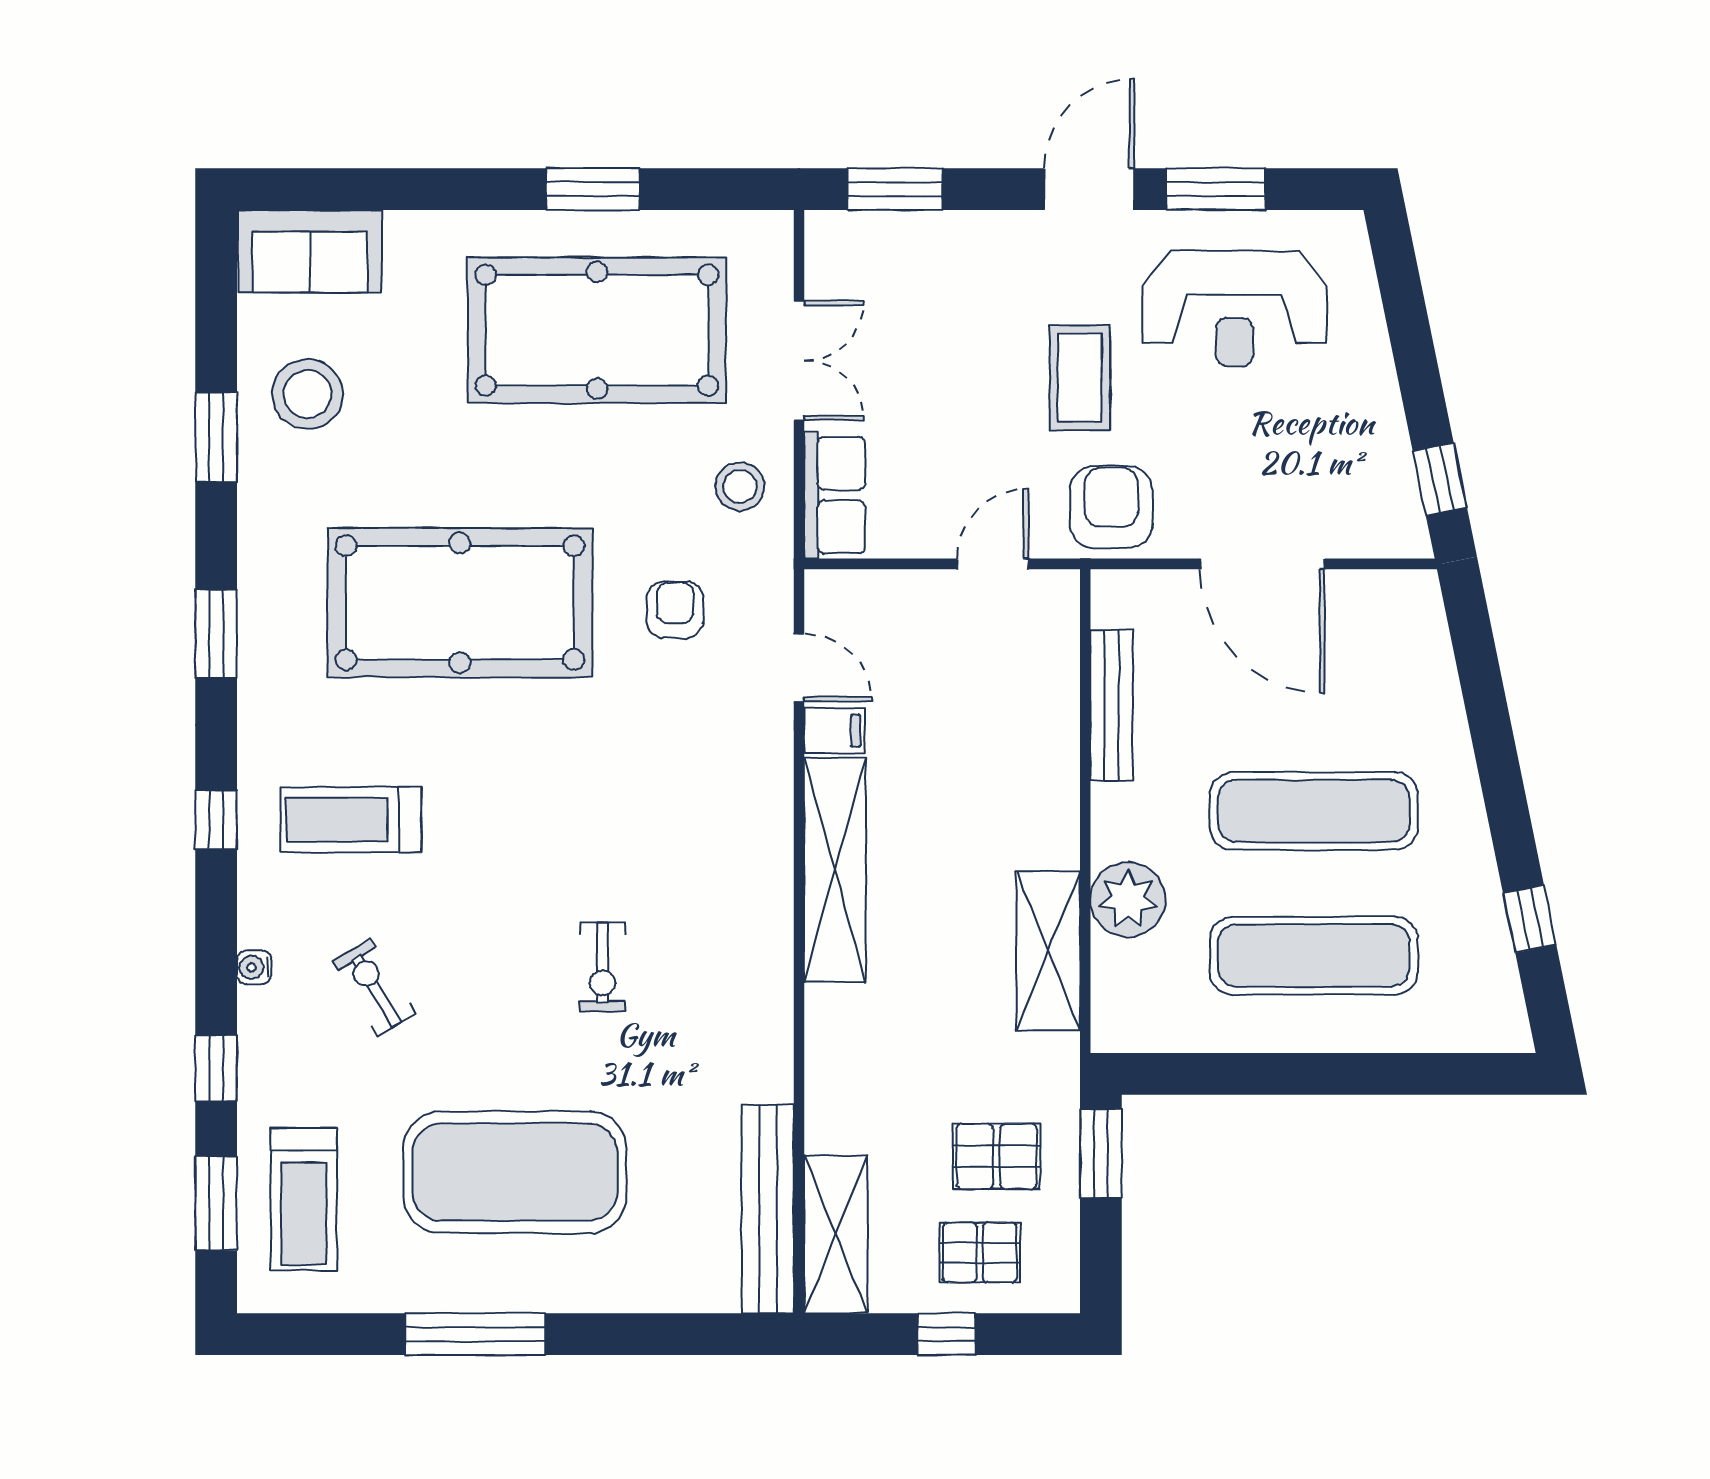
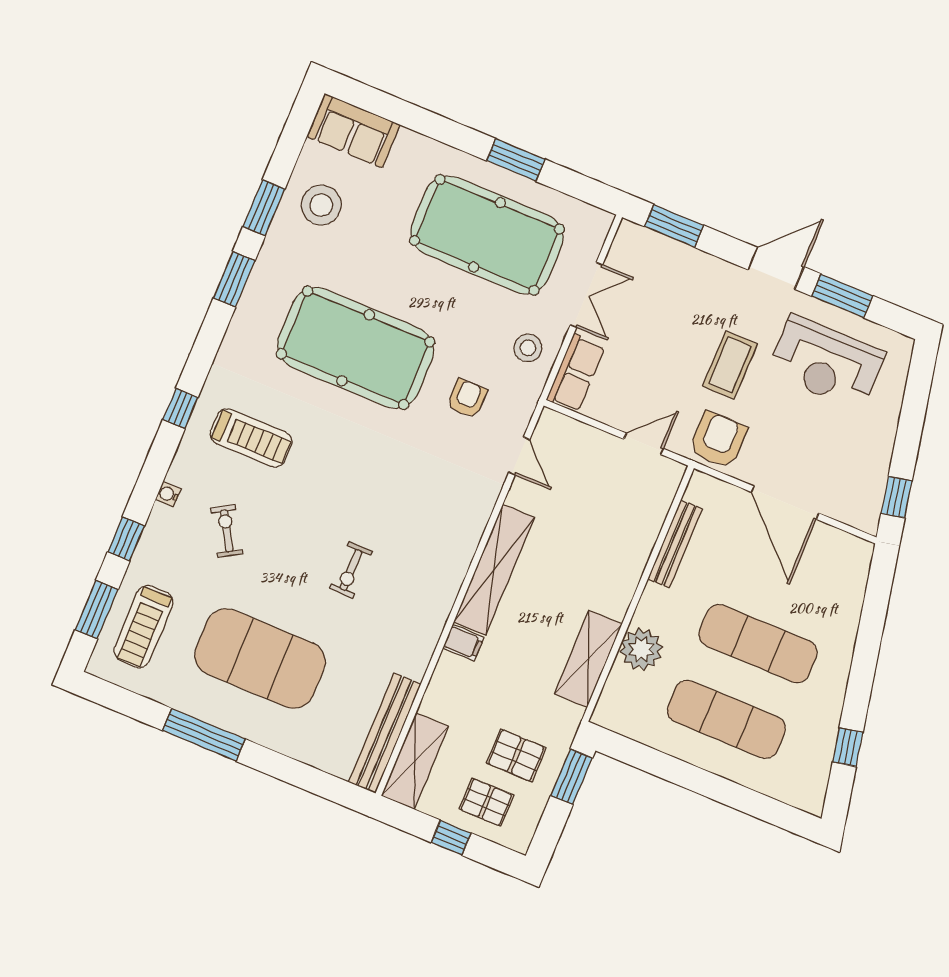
window: (216, 633) -> (234, 279), moved
filing cabinet: (834, 731) -> (463, 643), moved
treadmill: (351, 820) -> (251, 438), turned 180

